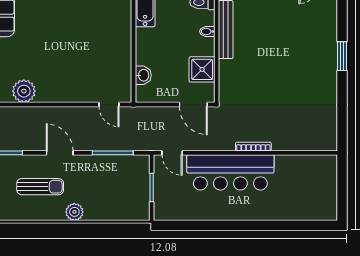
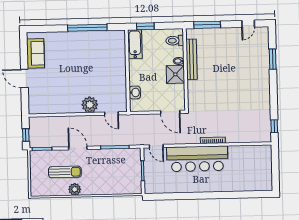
window: (342, 56) -> (273, 59), moved
shower: (202, 69) -> (175, 74), moved
plant: (24, 91) -> (90, 105), moved
window: (342, 129) -> (274, 126), added
plant: (74, 212) -> (75, 189), moved

